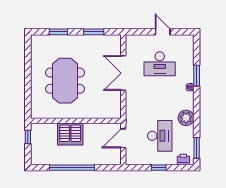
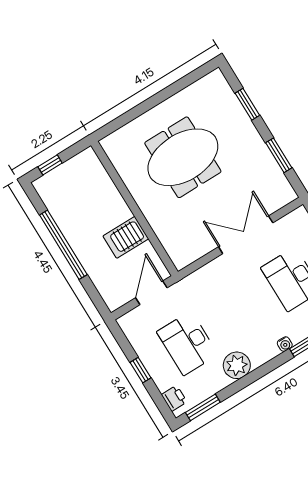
server rack: (70, 134) -> (126, 237), moved, width x0.62
desk: (160, 136) -> (187, 343), turned 90
window: (28, 137) -> (50, 165), moved
door: (123, 138) -> (151, 293), hinge flipped

